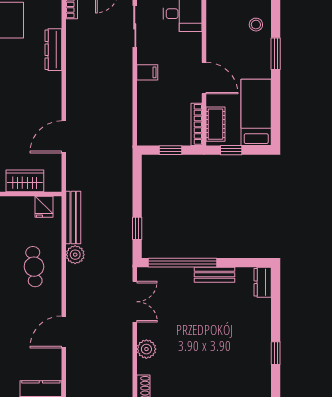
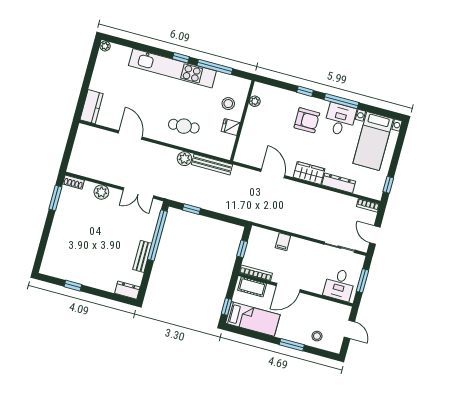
filing cabinet: (147, 72) -> (283, 242), moved
window: (231, 150) -> (226, 307), moved
wardrobe: (25, 181) -> (309, 173), moved, turned -90
fridge: (44, 207) -> (231, 127), moved

